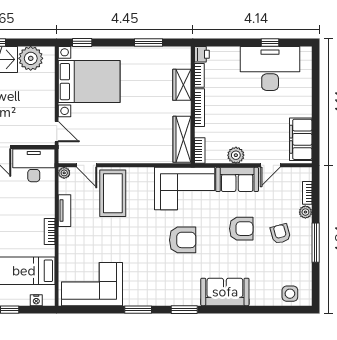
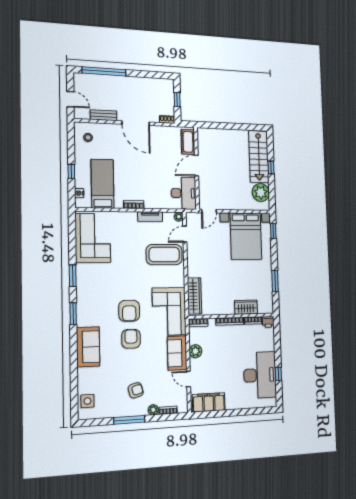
wardrobe: (182, 139) -> (194, 296), moved, turned 90
armchair: (241, 229) -> (131, 339), moved, turned 180

